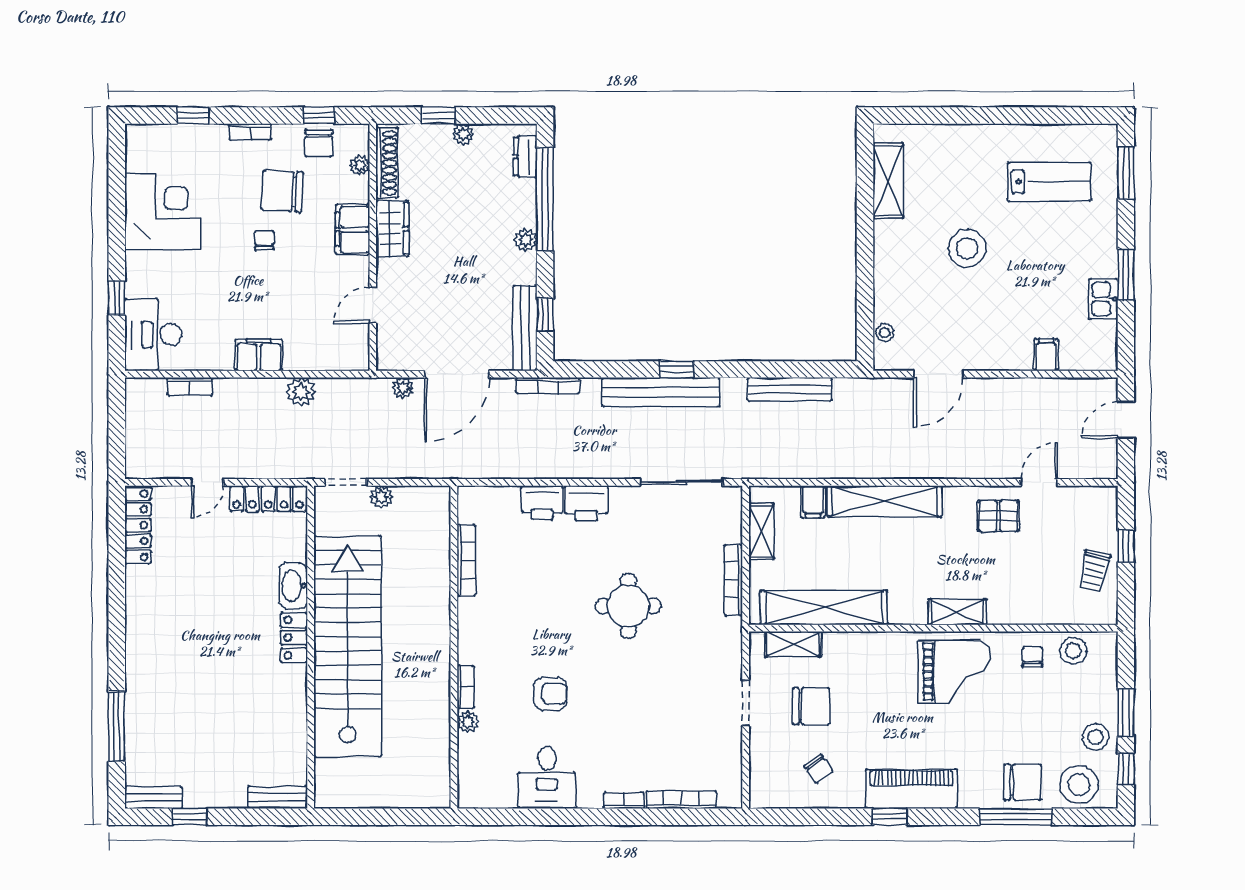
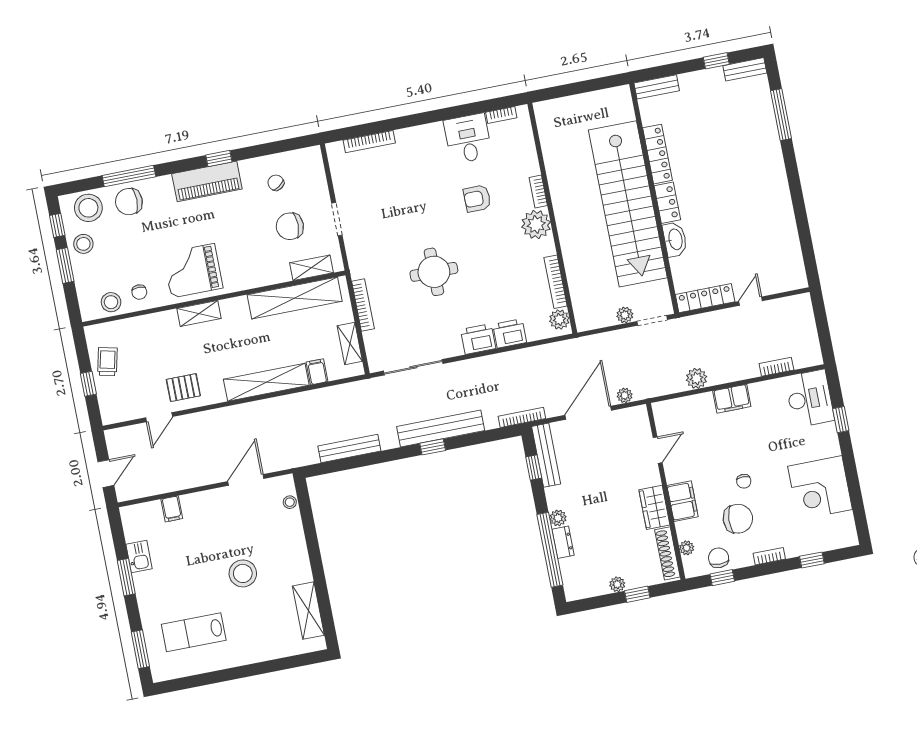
dresser: (525, 157) -> (563, 542), moved
plant: (471, 508) -> (559, 319), added
locker: (138, 525) -> (658, 154), moved, turned 180
plant: (468, 722) -> (536, 224), moved, width x1.88, depth x1.88
bookcase: (624, 800) -> (501, 115), moved

